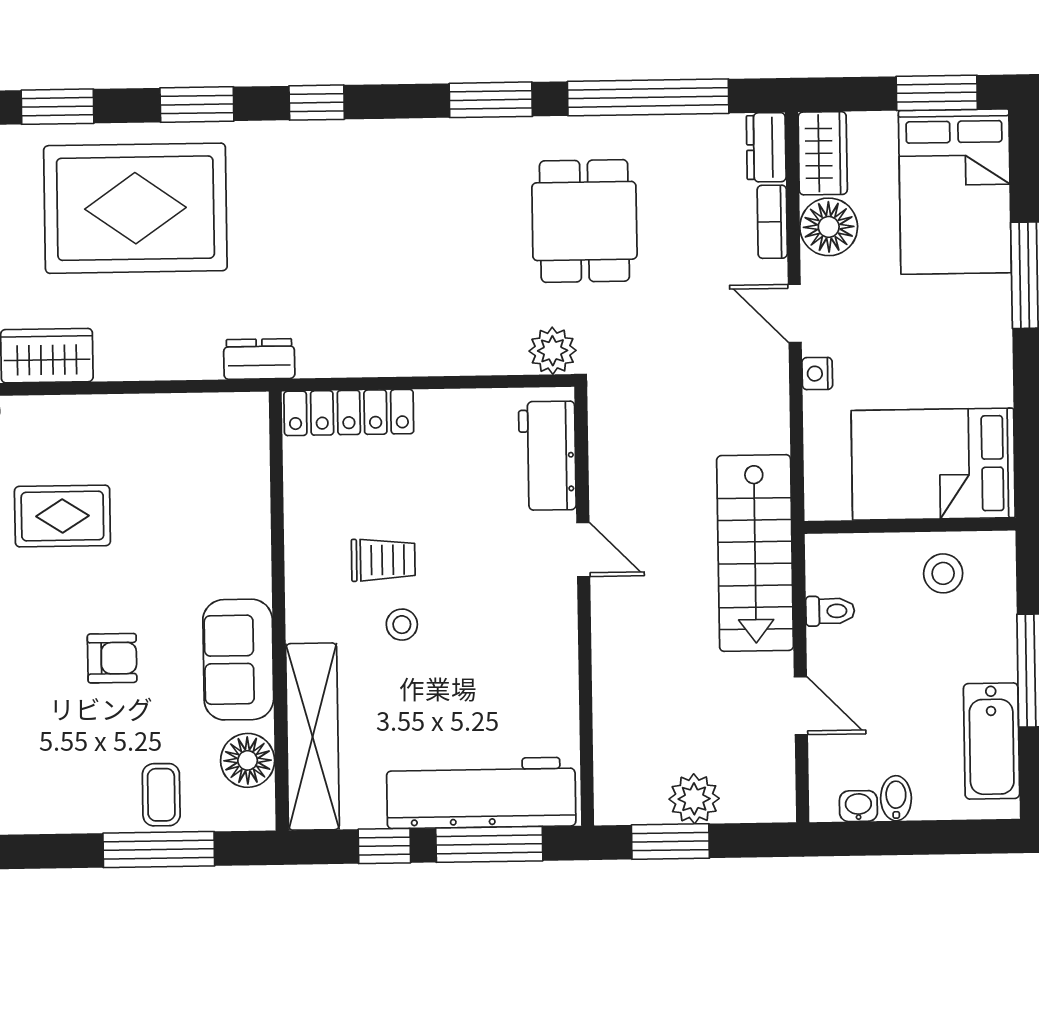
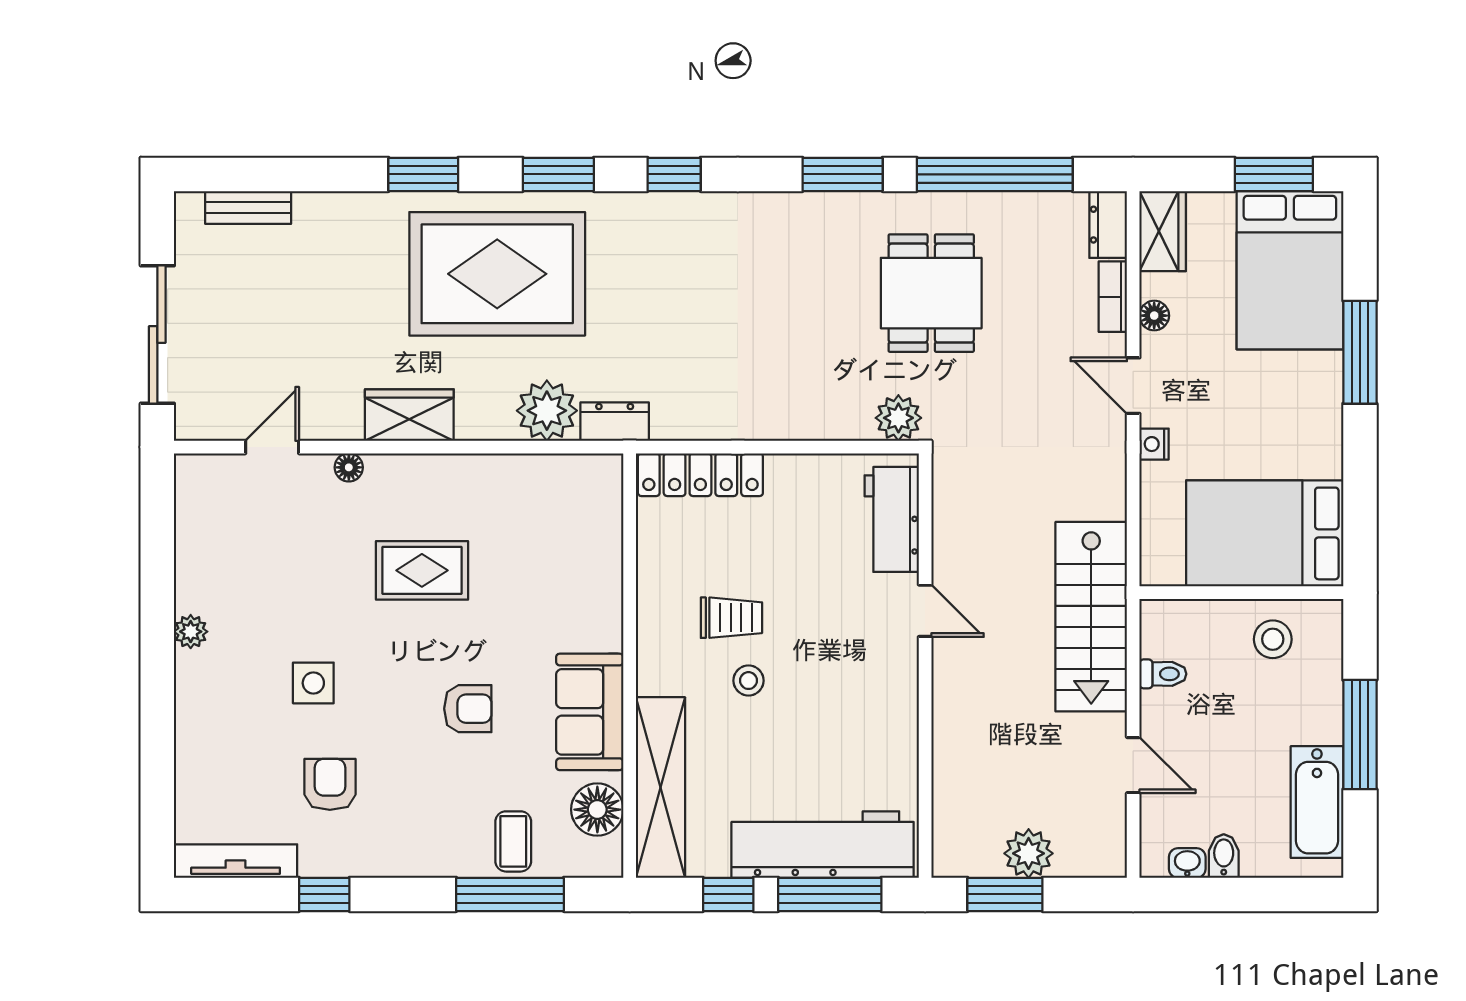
floor lamp: (829, 227) -> (1154, 316), width x0.53, depth x0.53
plant: (189, 349) -> (547, 411), added

